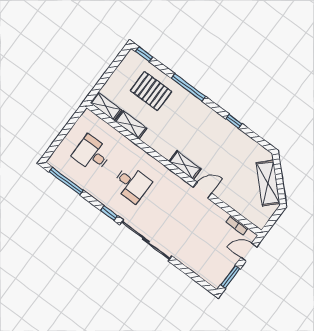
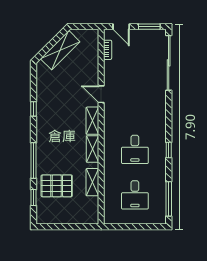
window: (144, 54) -> (34, 197), moved
pallet: (151, 91) -> (57, 186), turned 90
shelving: (106, 106) -> (92, 149), moved
desk: (132, 184) -> (135, 149), turned 180
sliding door: (146, 240) -> (169, 63), moved

